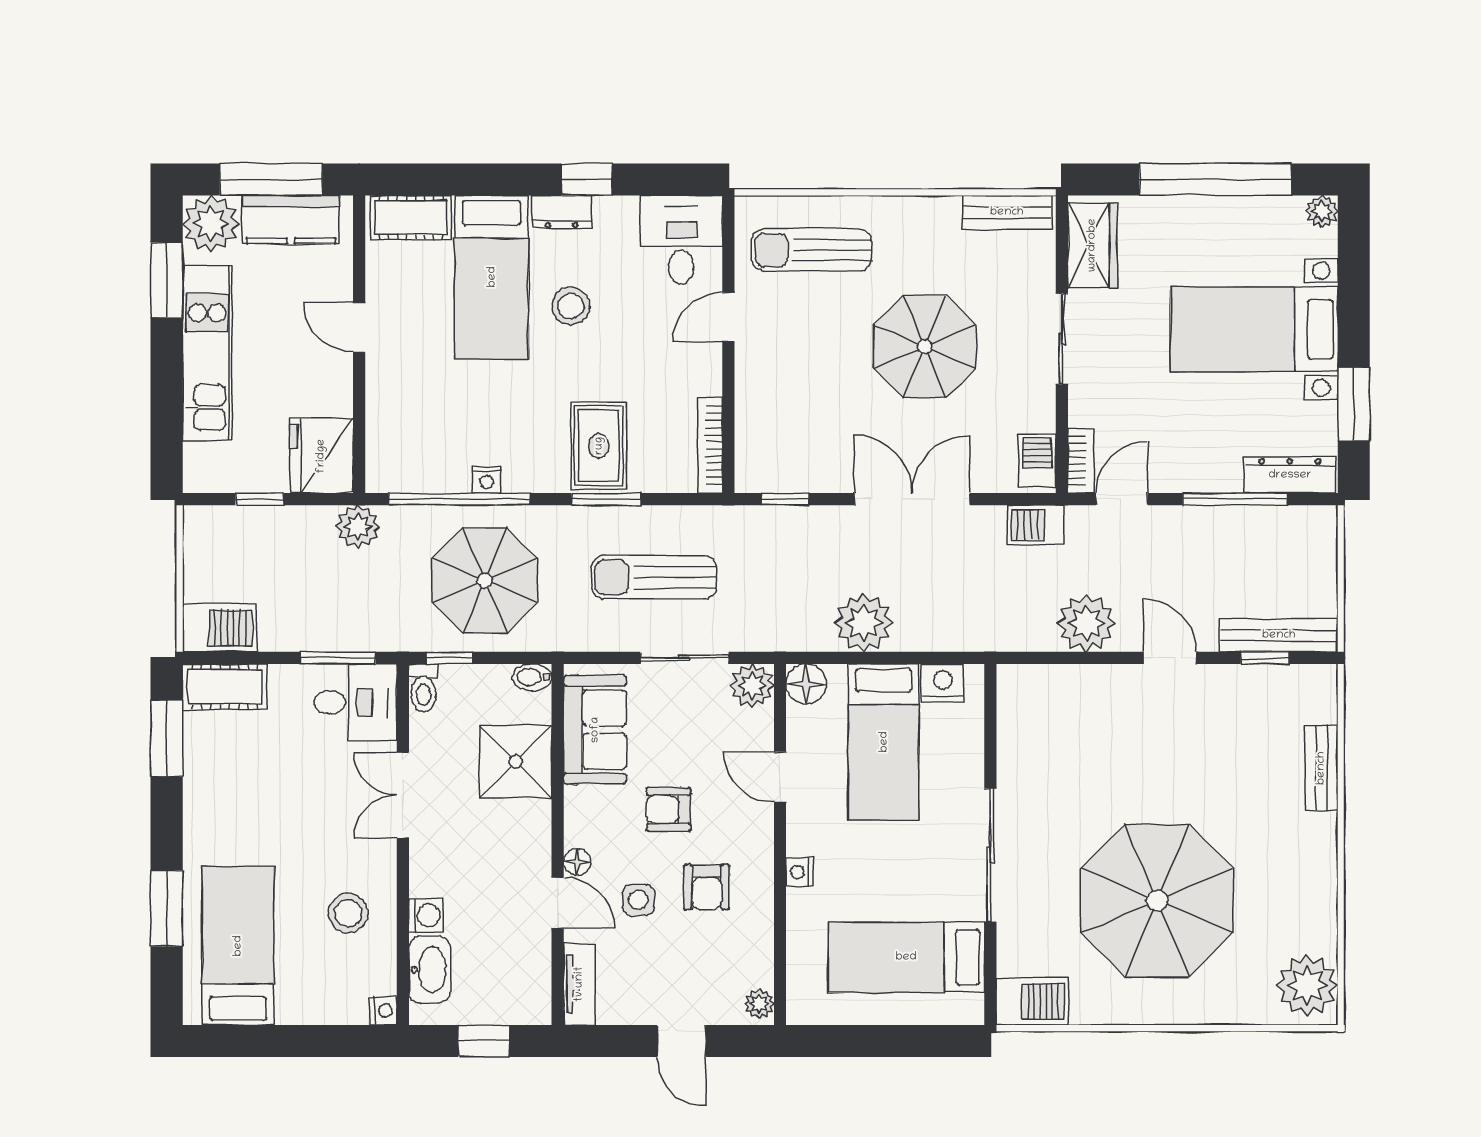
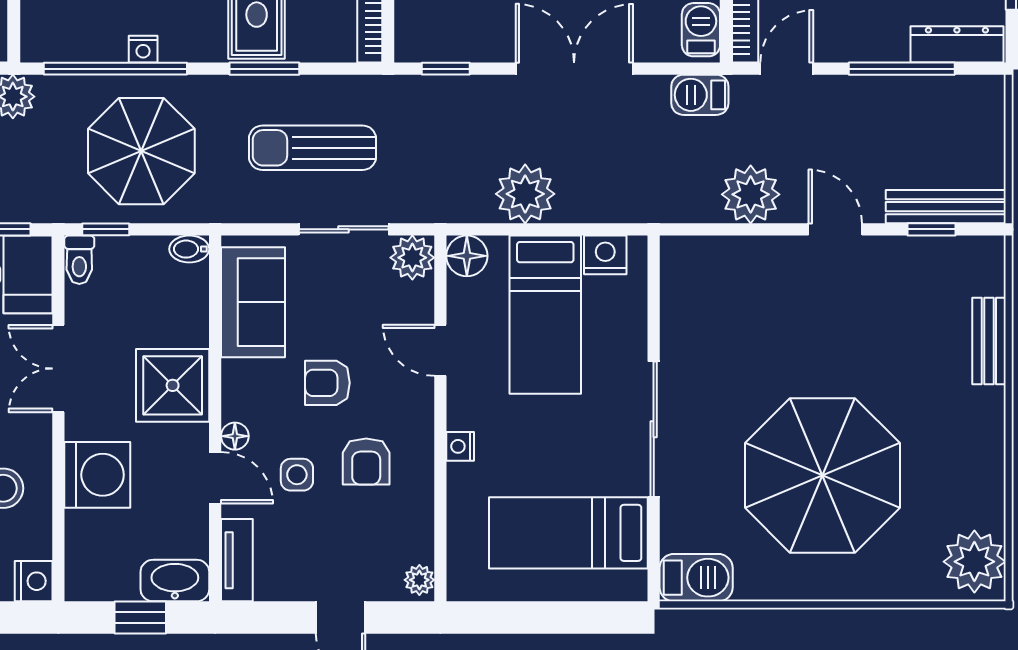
shower: (516, 762) -> (173, 385), moved
washing machine: (426, 915) -> (97, 475), width x1.89, depth x1.89
washbasin: (429, 970) -> (175, 581), moved, turned -90
nightstand: (383, 1011) -> (34, 581), width x1.39, depth x1.35

